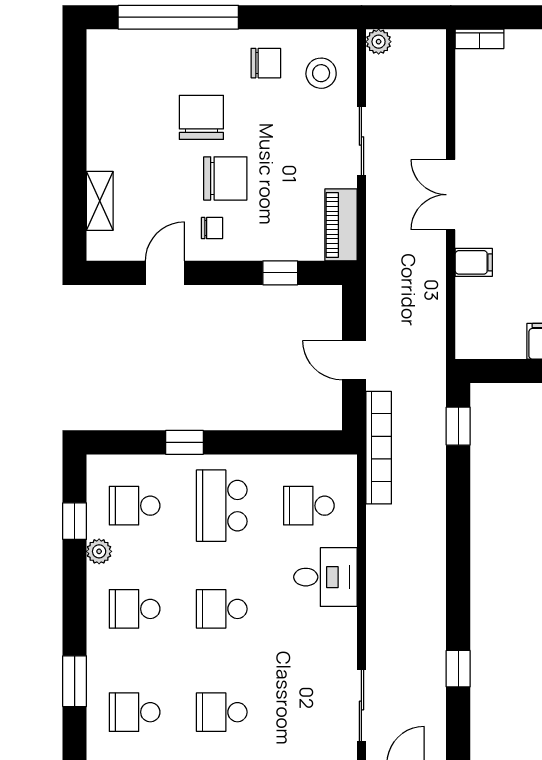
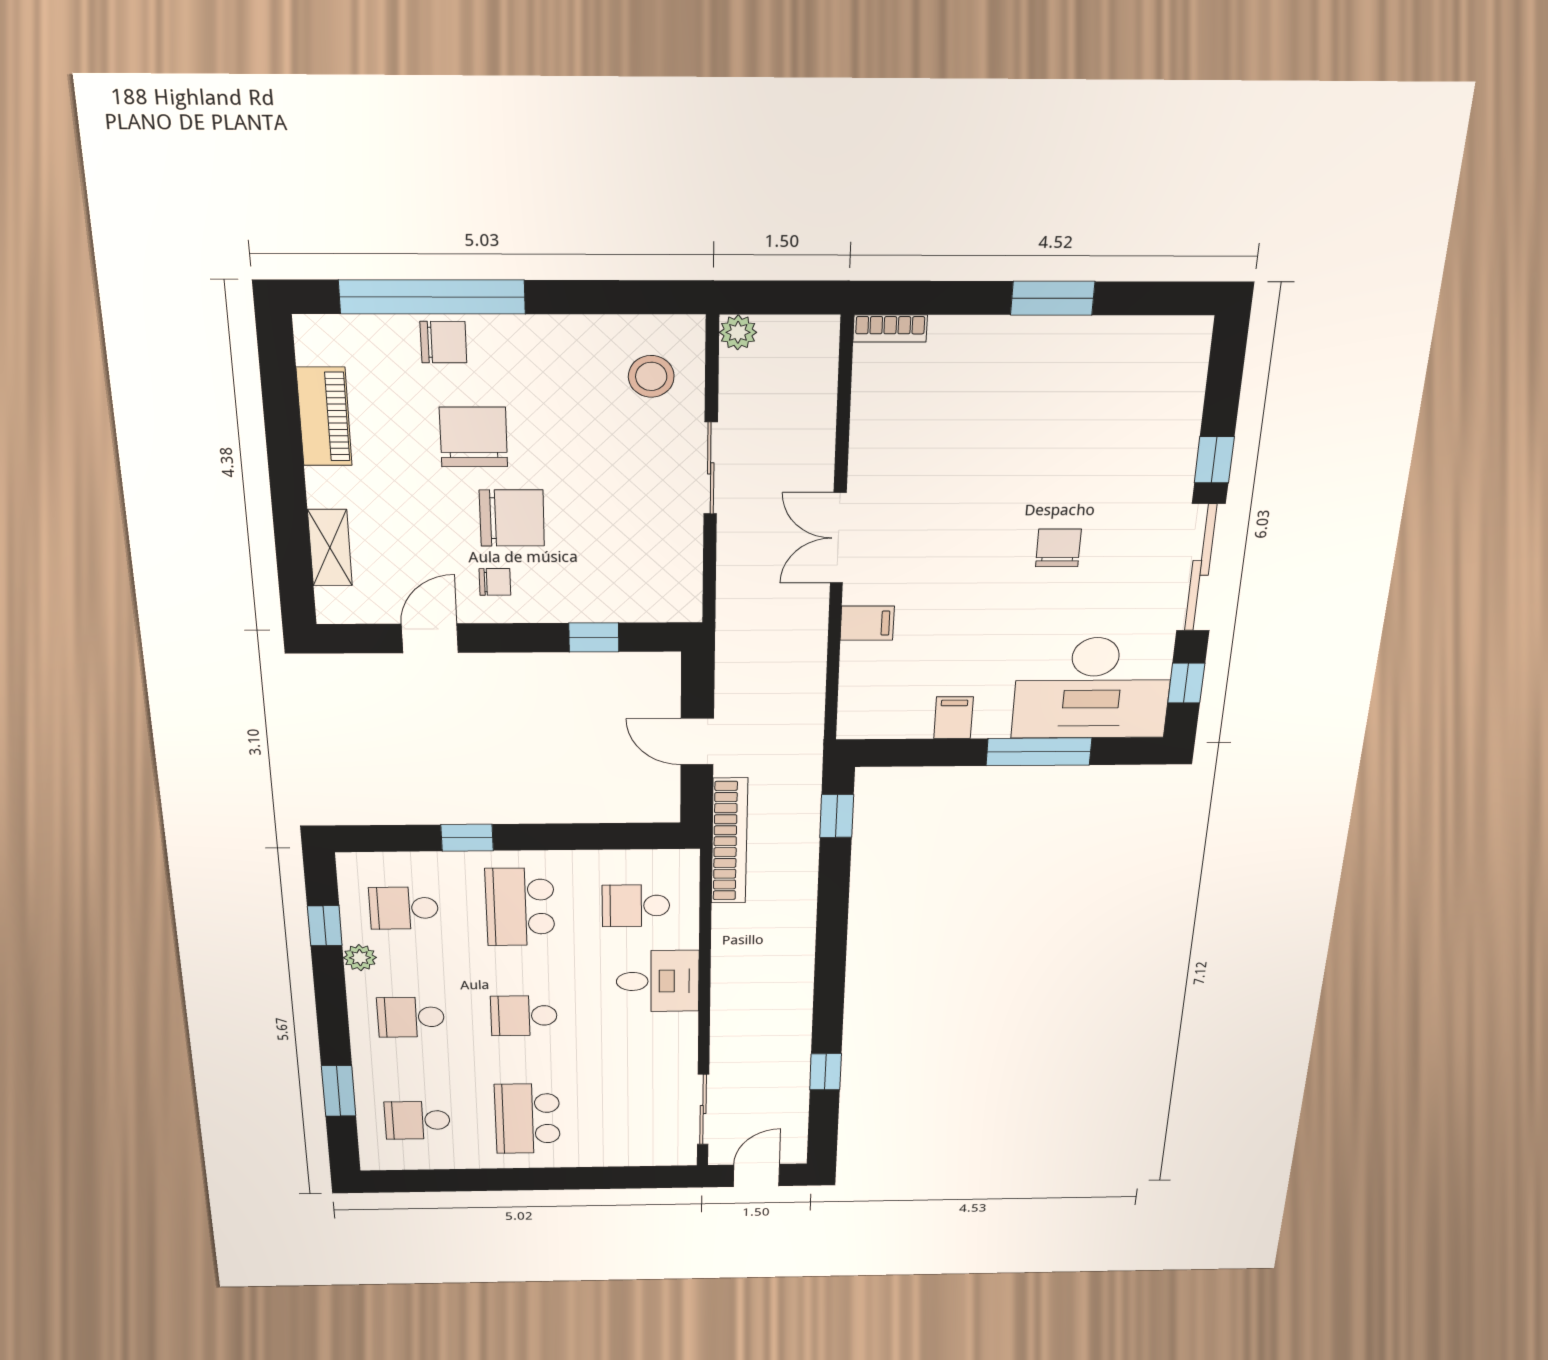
chair: (266, 63) -> (443, 342), moved
piano: (341, 225) -> (324, 417), moved, turned 180
school desk: (222, 712) -> (527, 1119), width x1.85

